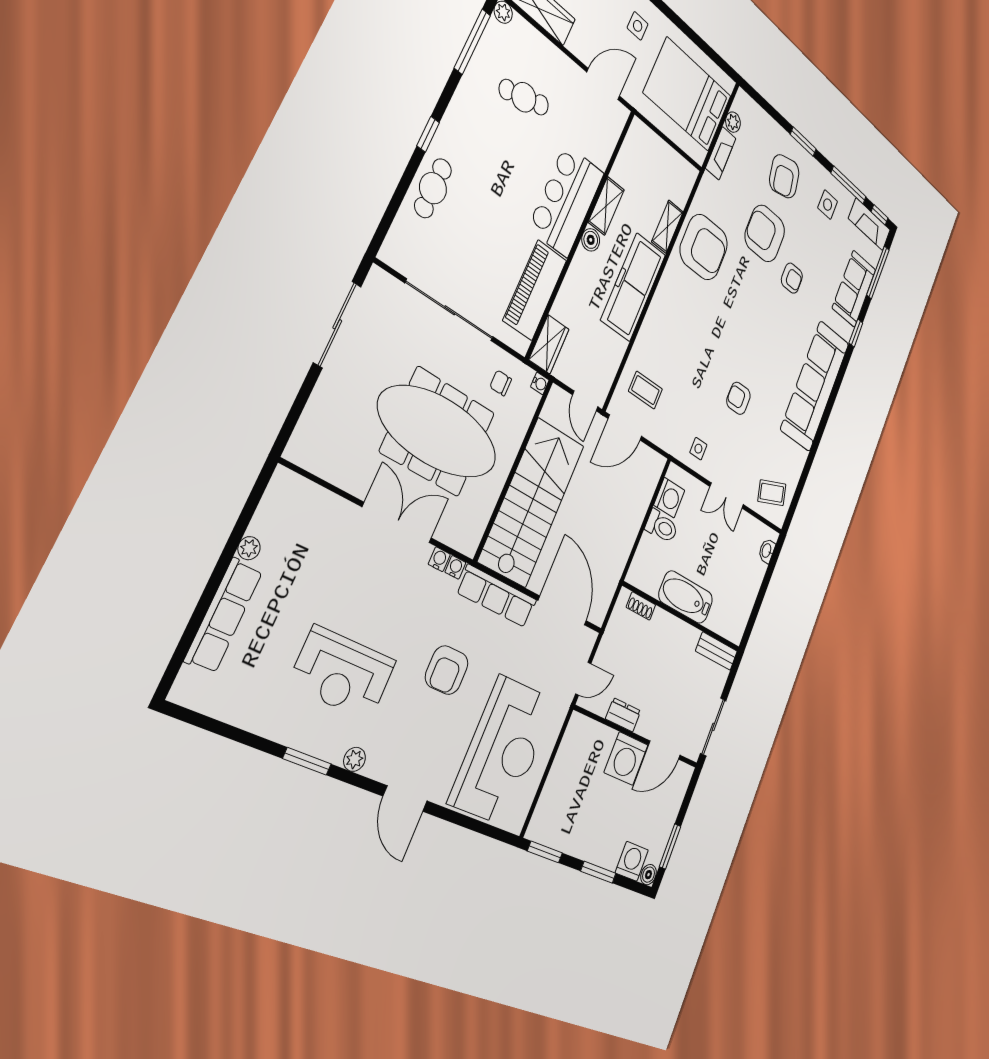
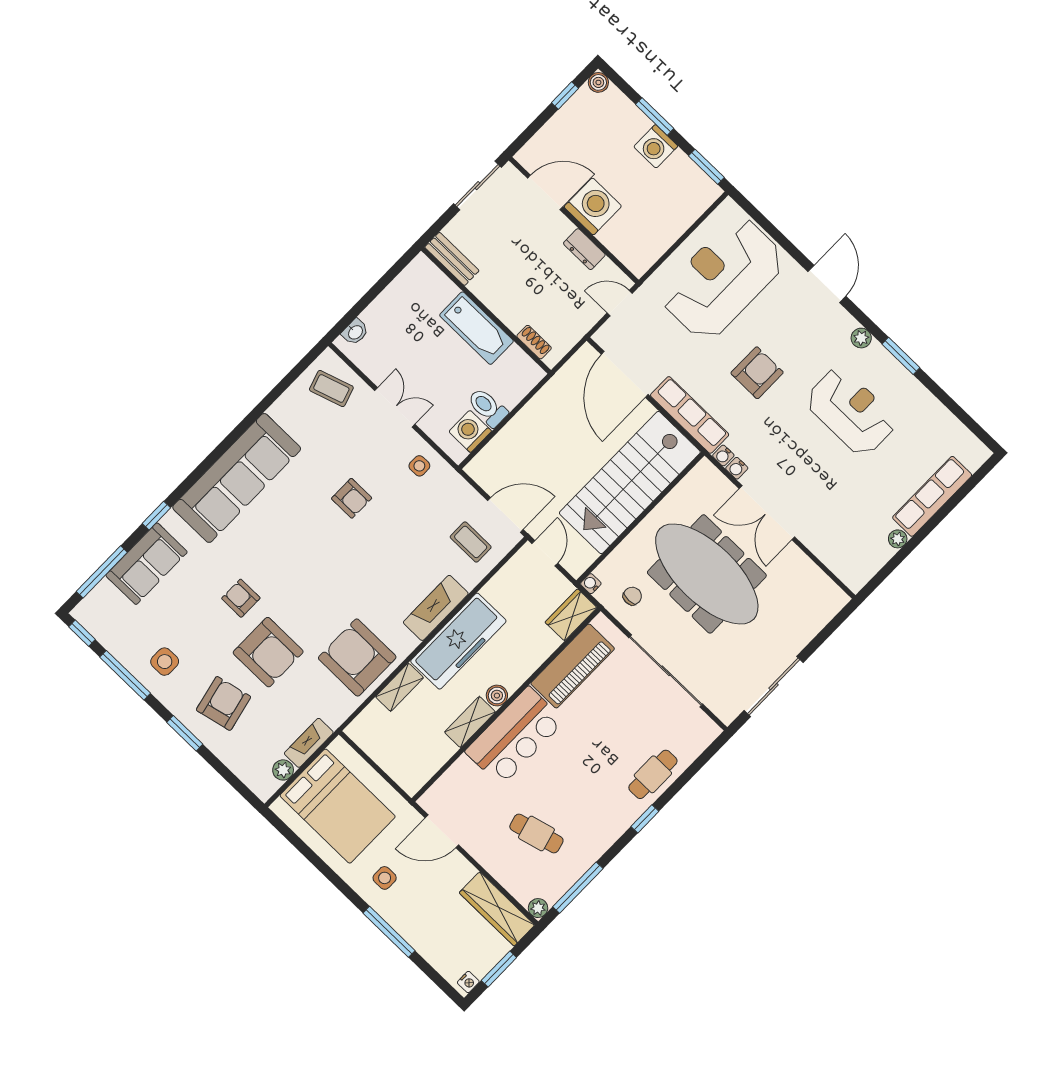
fireplace: (869, 224) -> (436, 608), moved, turned -90
chair: (501, 383) -> (632, 596), turned -90
window: (670, 846) -> (565, 96), width x0.67
washing machine: (632, 861) -> (656, 146), moved

